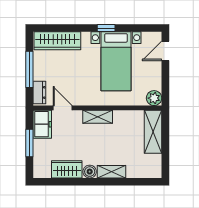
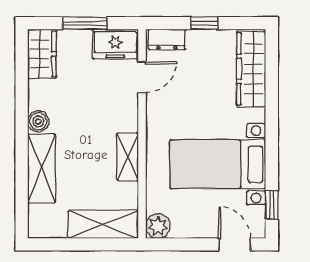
window: (106, 28) -> (272, 205), moved
window: (29, 69) -> (204, 23), width x0.46
shelving: (98, 117) -> (128, 157), moved
wardrobe: (67, 169) -> (42, 54), moved
shelving: (112, 172) -> (42, 169), width x1.50, depth x1.33

